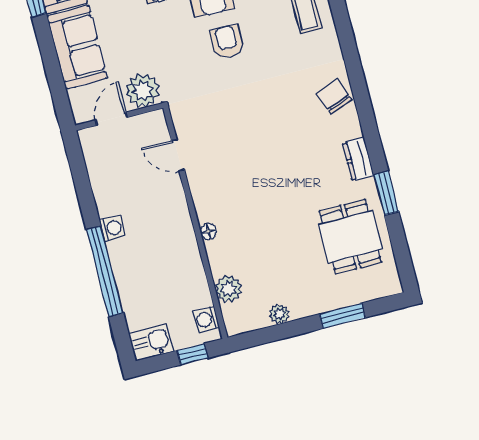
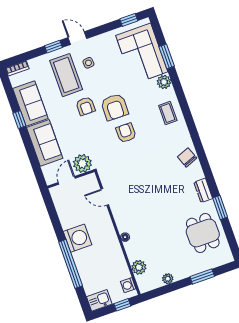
washing machine: (112, 228) -> (78, 238), width x1.89, depth x1.89

